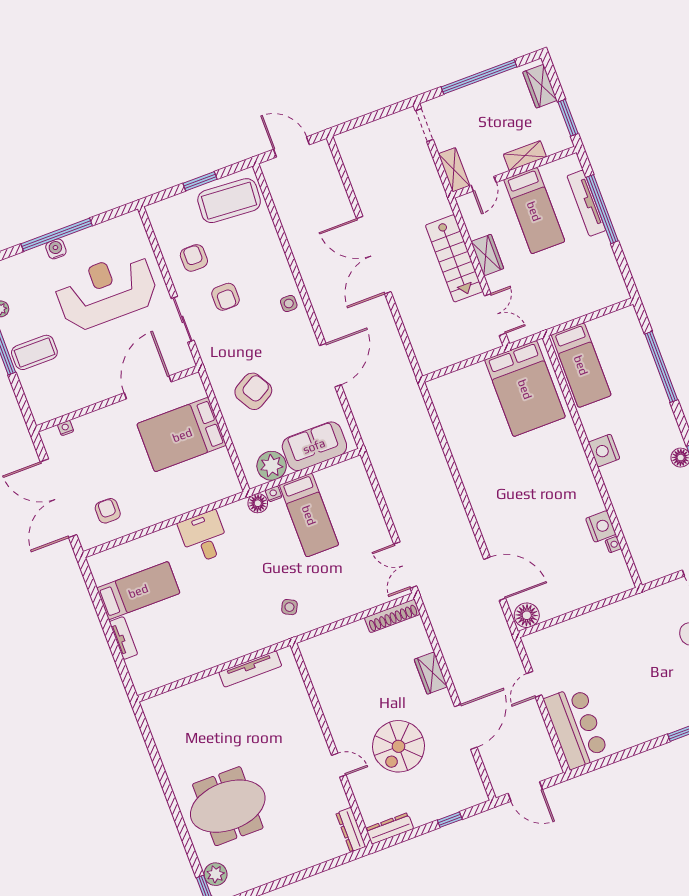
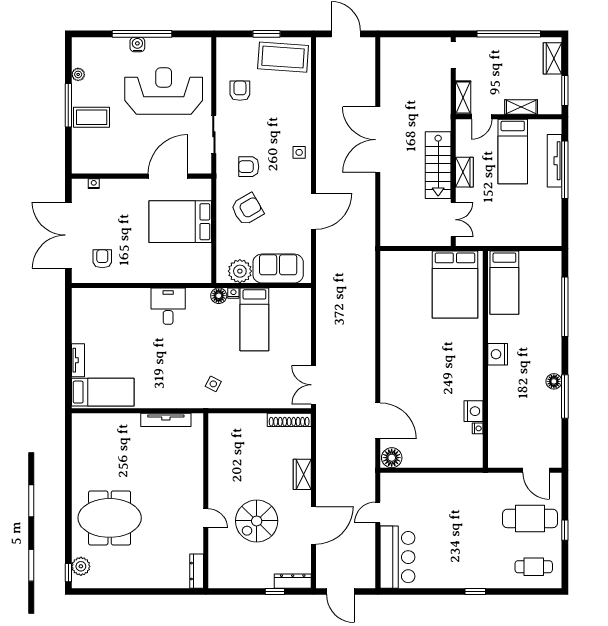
armchair: (225, 297) -> (249, 167), moved, turned 90
bed: (138, 591) -> (103, 392), moved
dresser: (390, 829) -> (293, 581), moved

